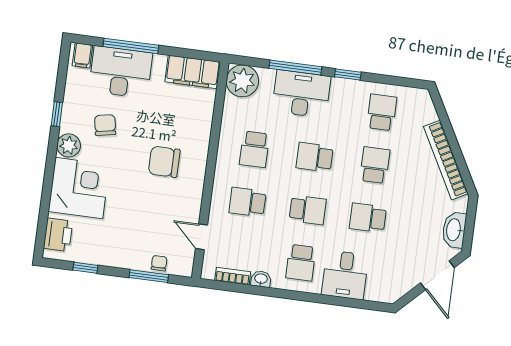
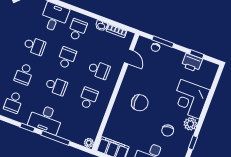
plant: (242, 81) -> (89, 143), width x0.53, depth x0.53
desk: (301, 94) -> (46, 119), moved
school desk: (308, 210) -> (67, 58), turned 90
printer: (58, 235) -> (192, 63), moved, turned -90

